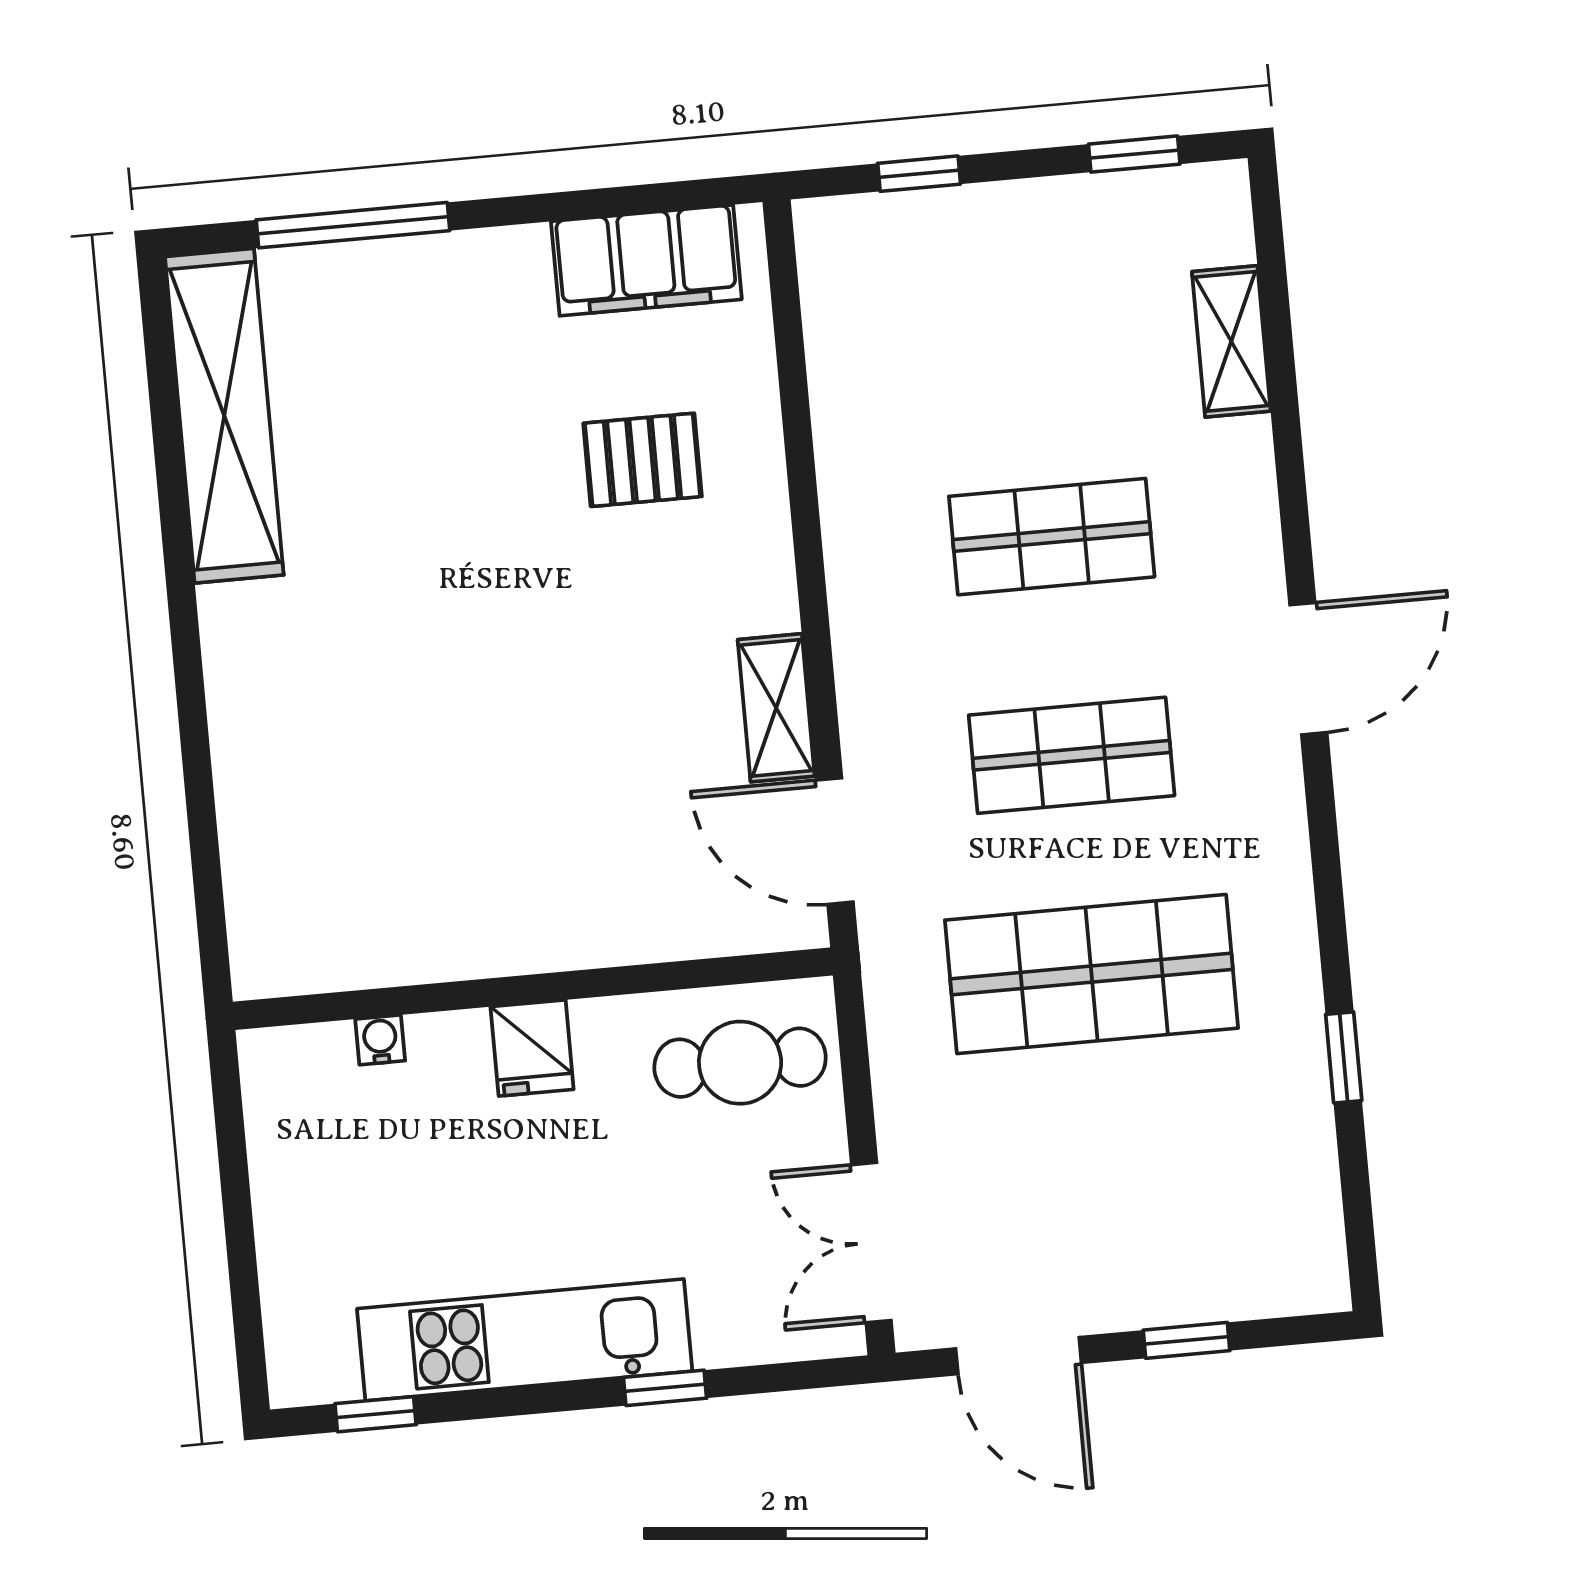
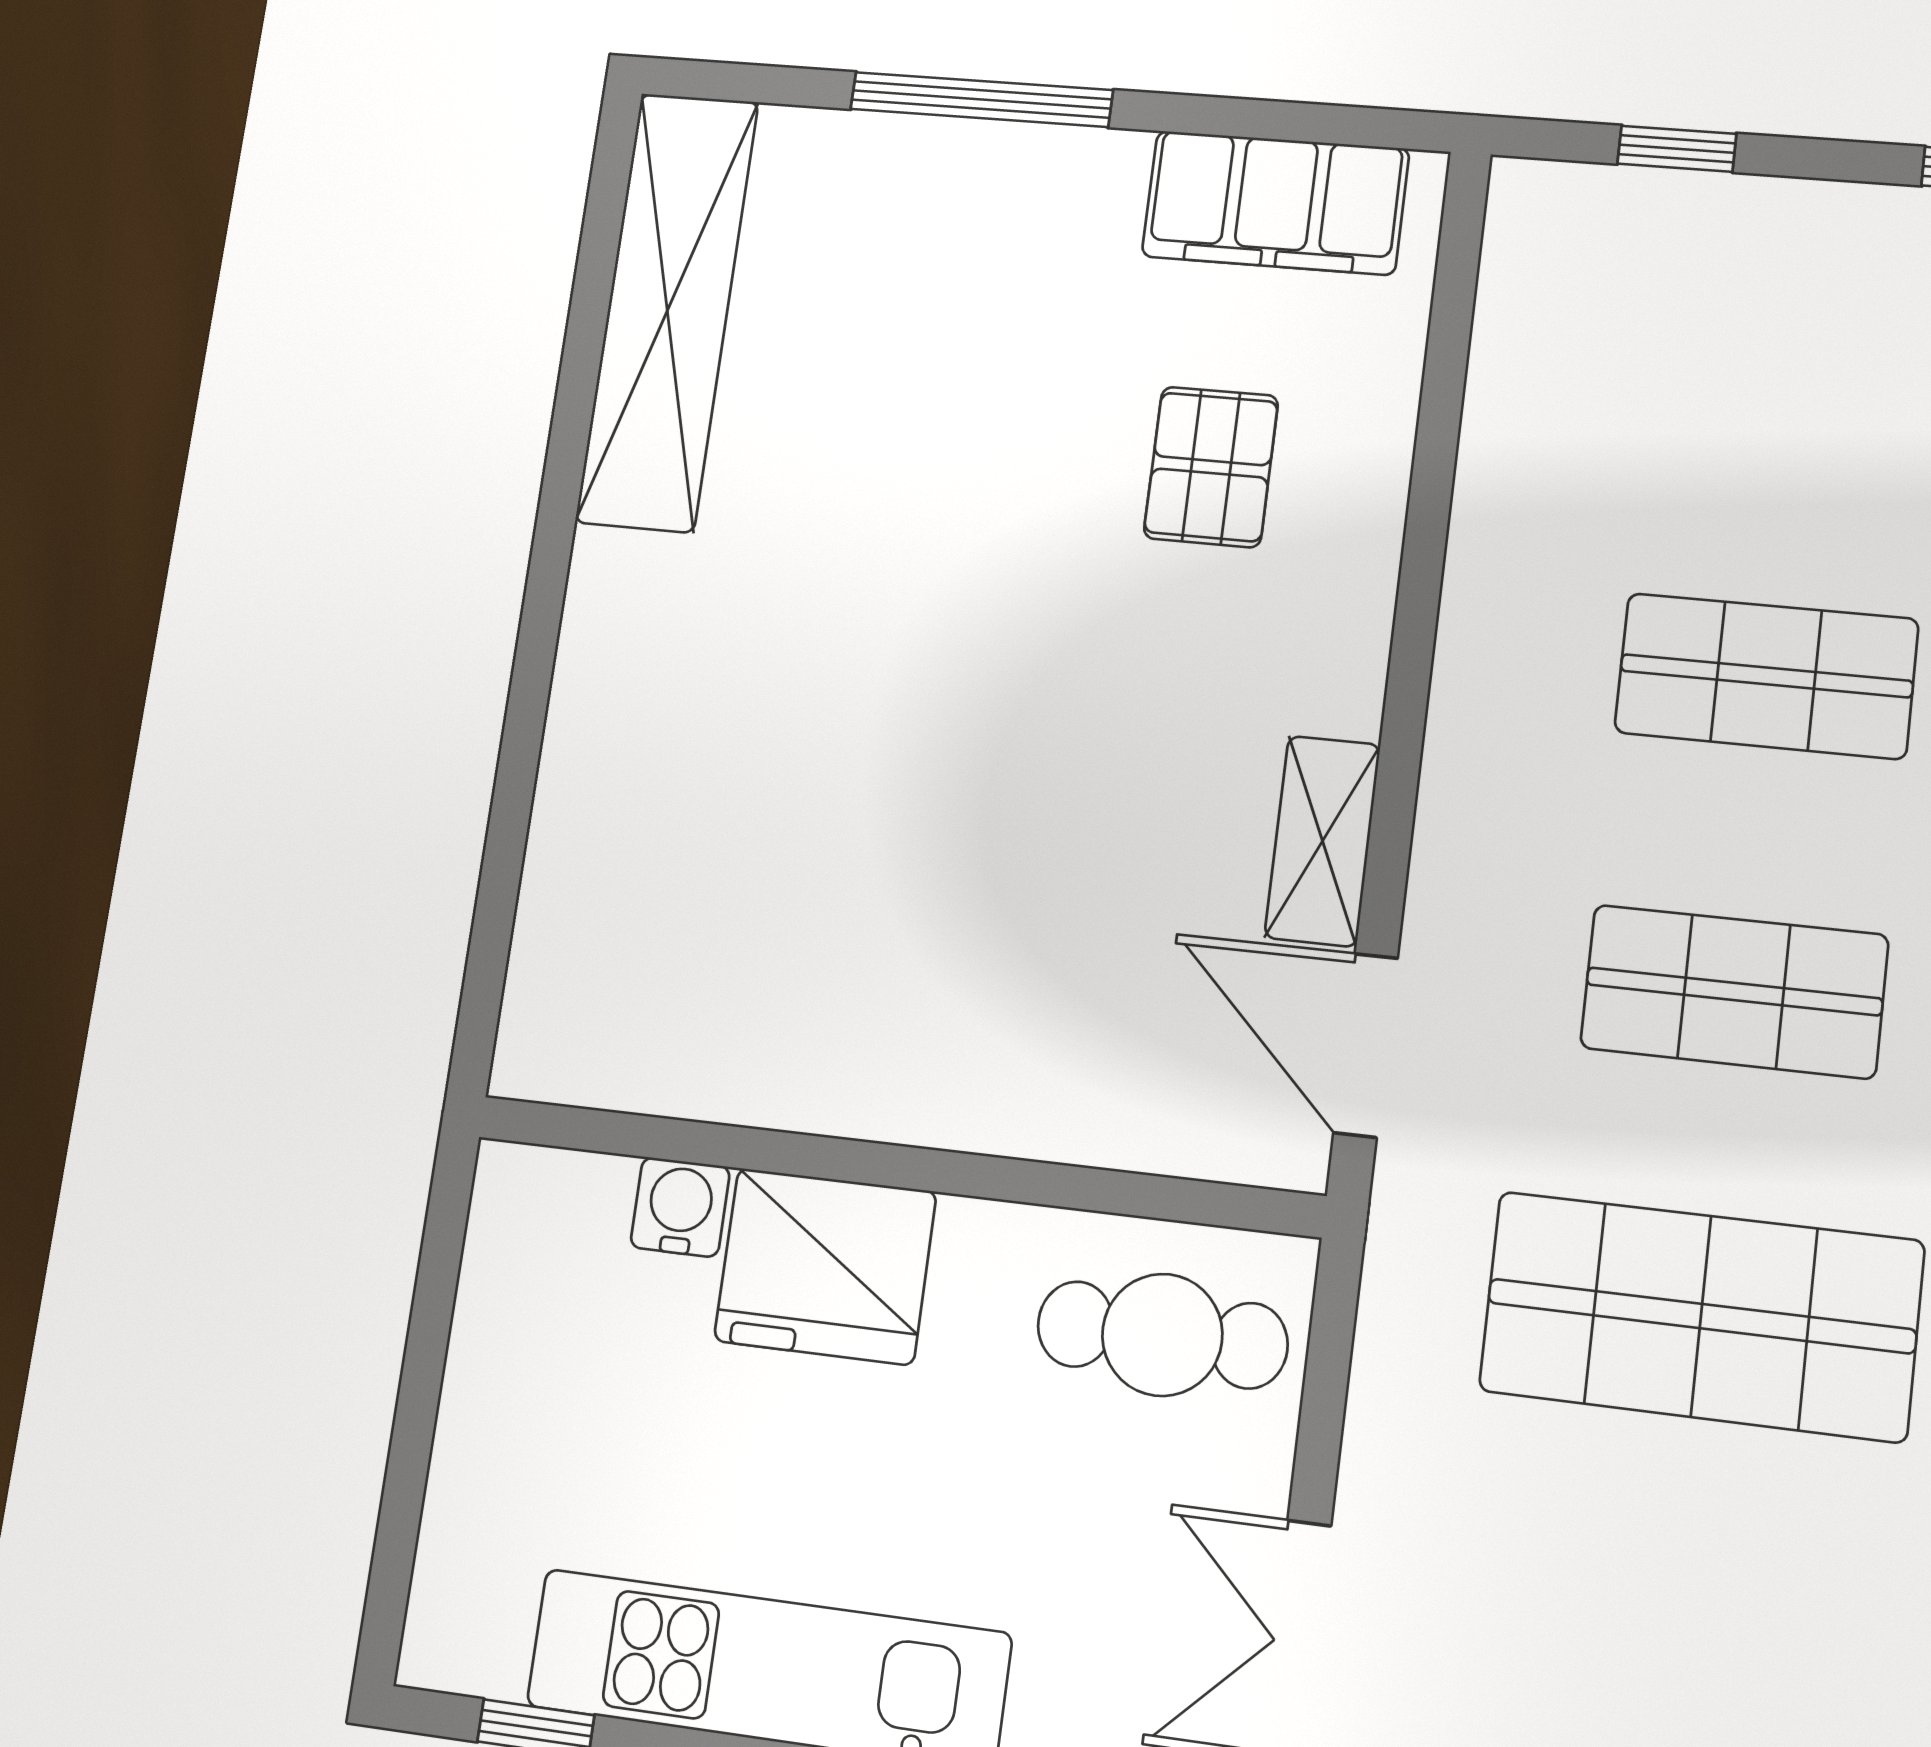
window: (353, 225) -> (981, 100), moved
pallet: (643, 460) -> (1211, 467), turned 90
water cooler: (380, 1040) -> (680, 1207), width x1.38, depth x1.38
fridge: (532, 1048) -> (825, 1266), width x1.88, depth x1.34

